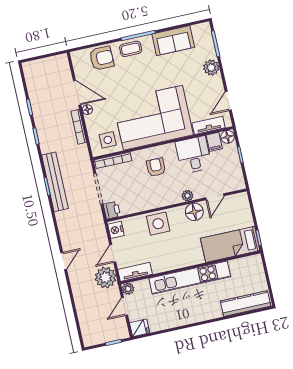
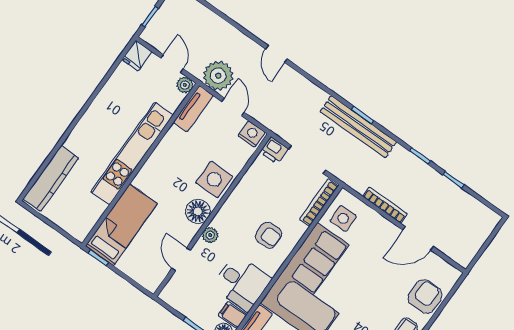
armchair: (102, 58) -> (425, 296), turned 180
floor lamp: (87, 110) -> (392, 231), removed
floor lamp: (194, 212) -> (198, 211), moved

